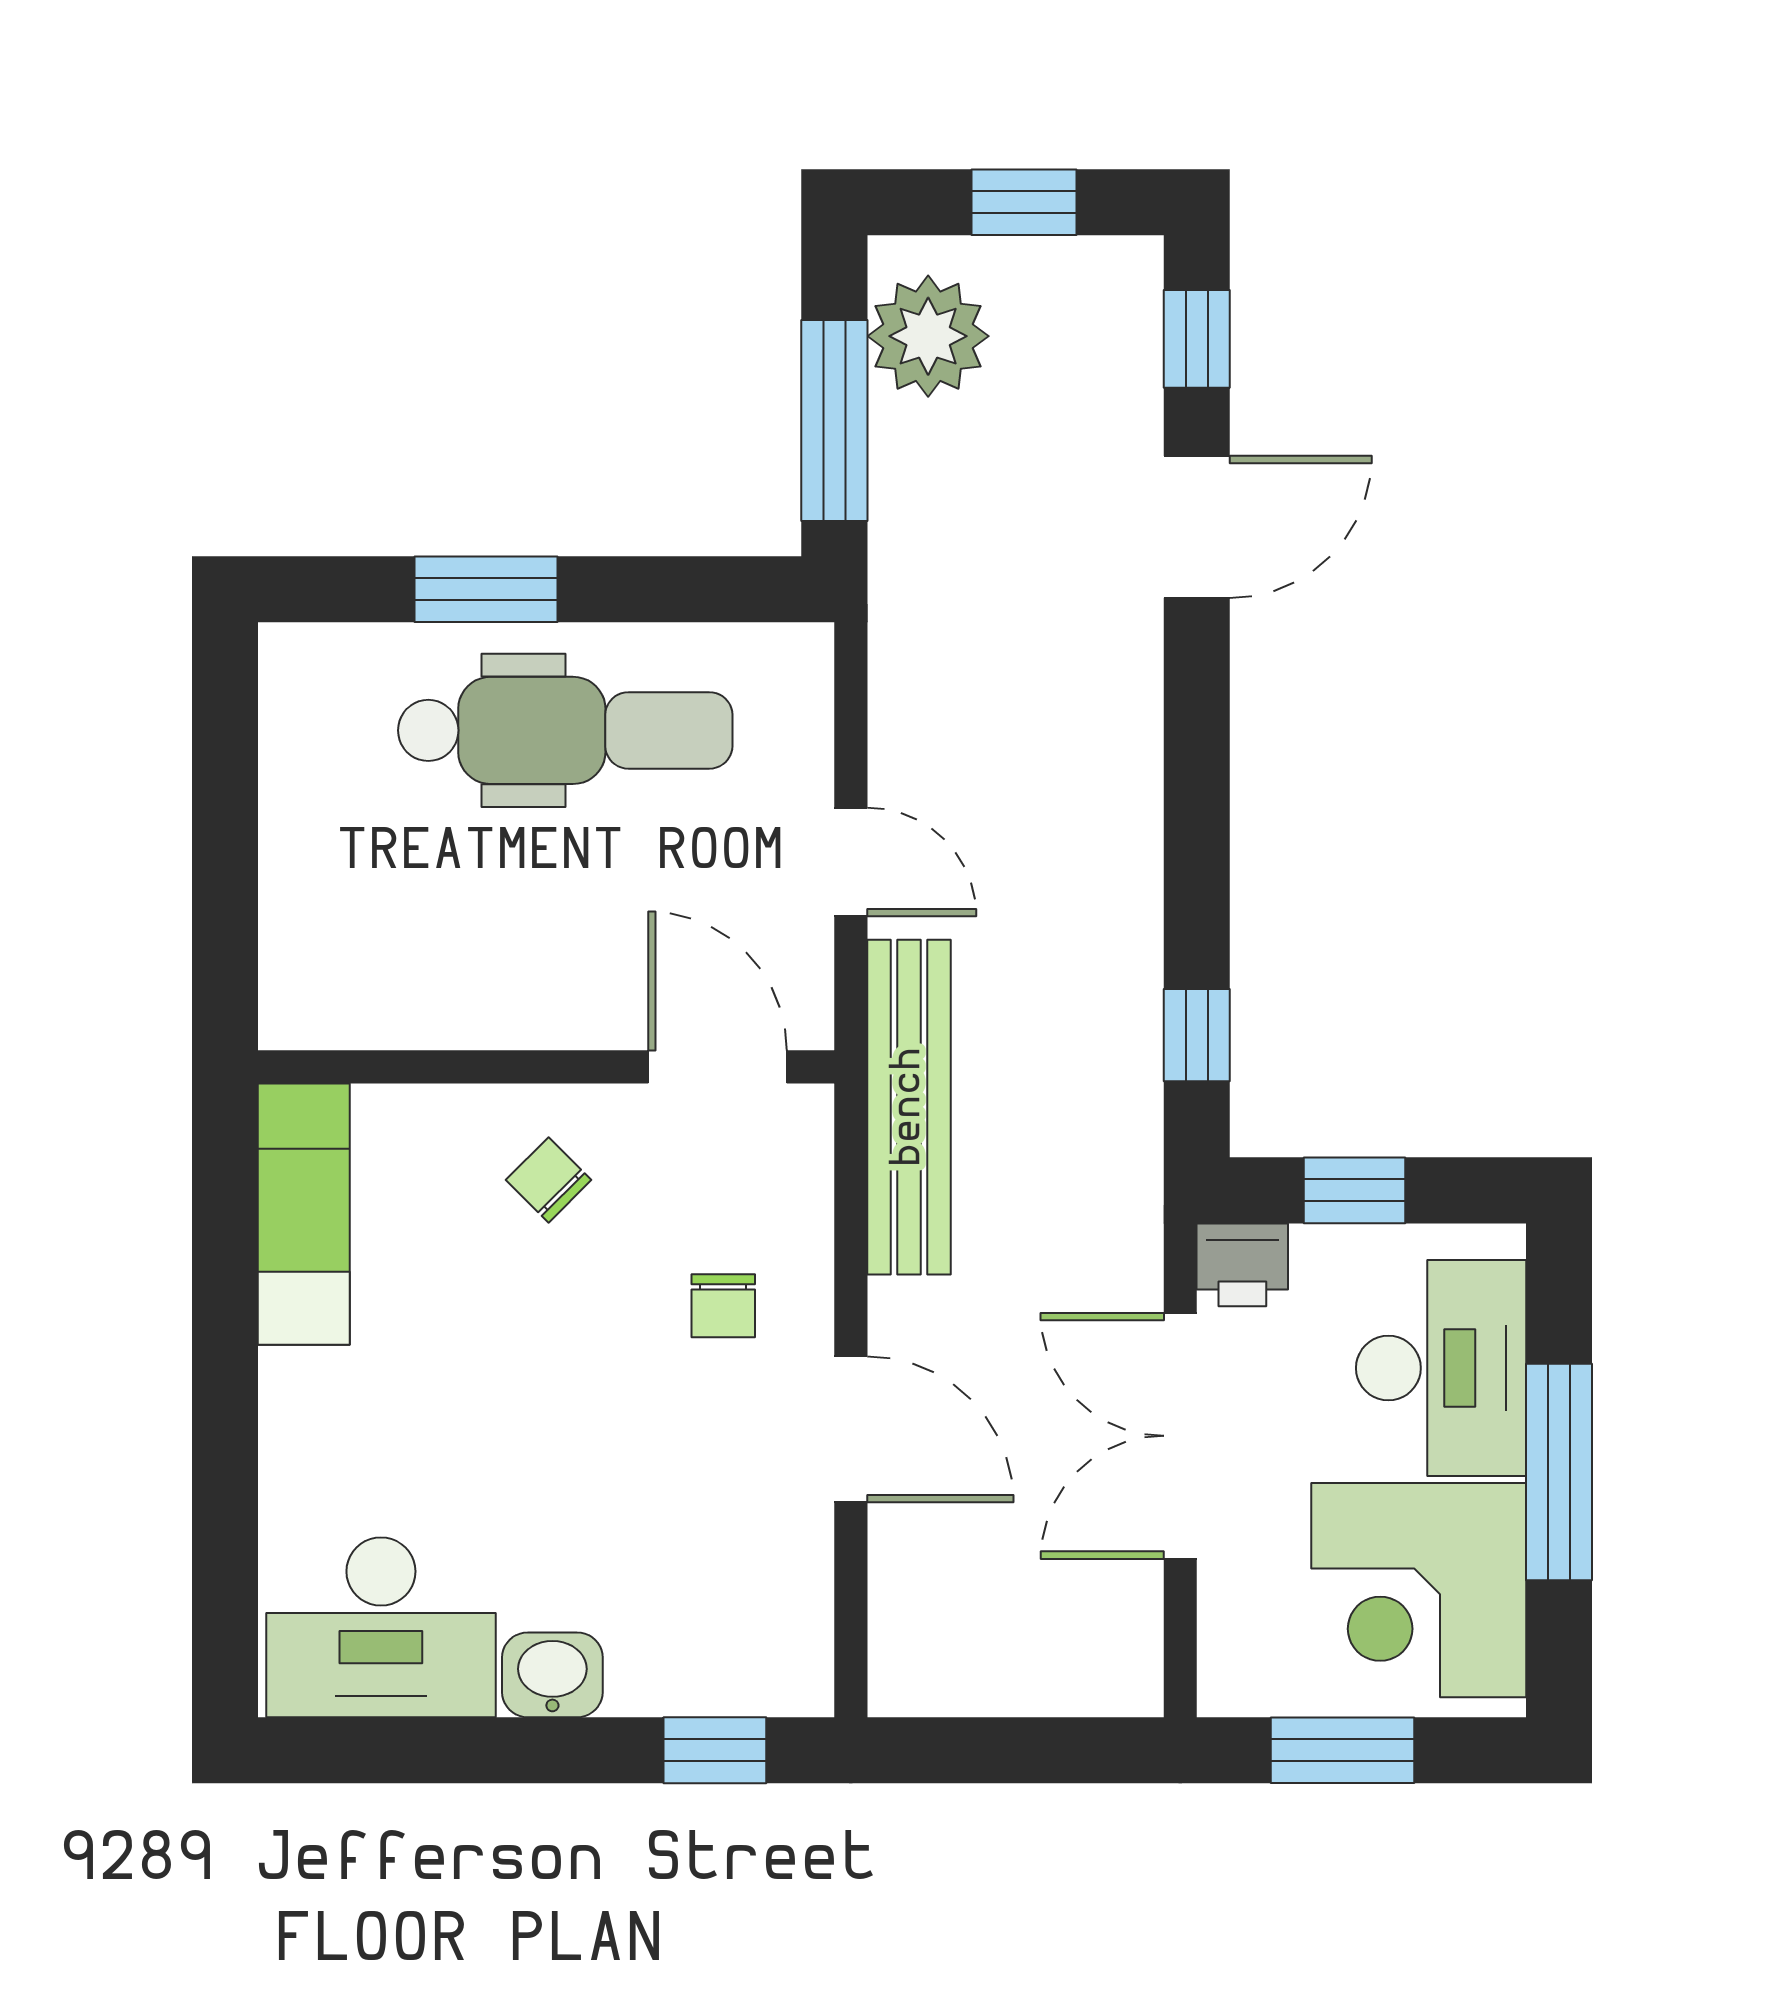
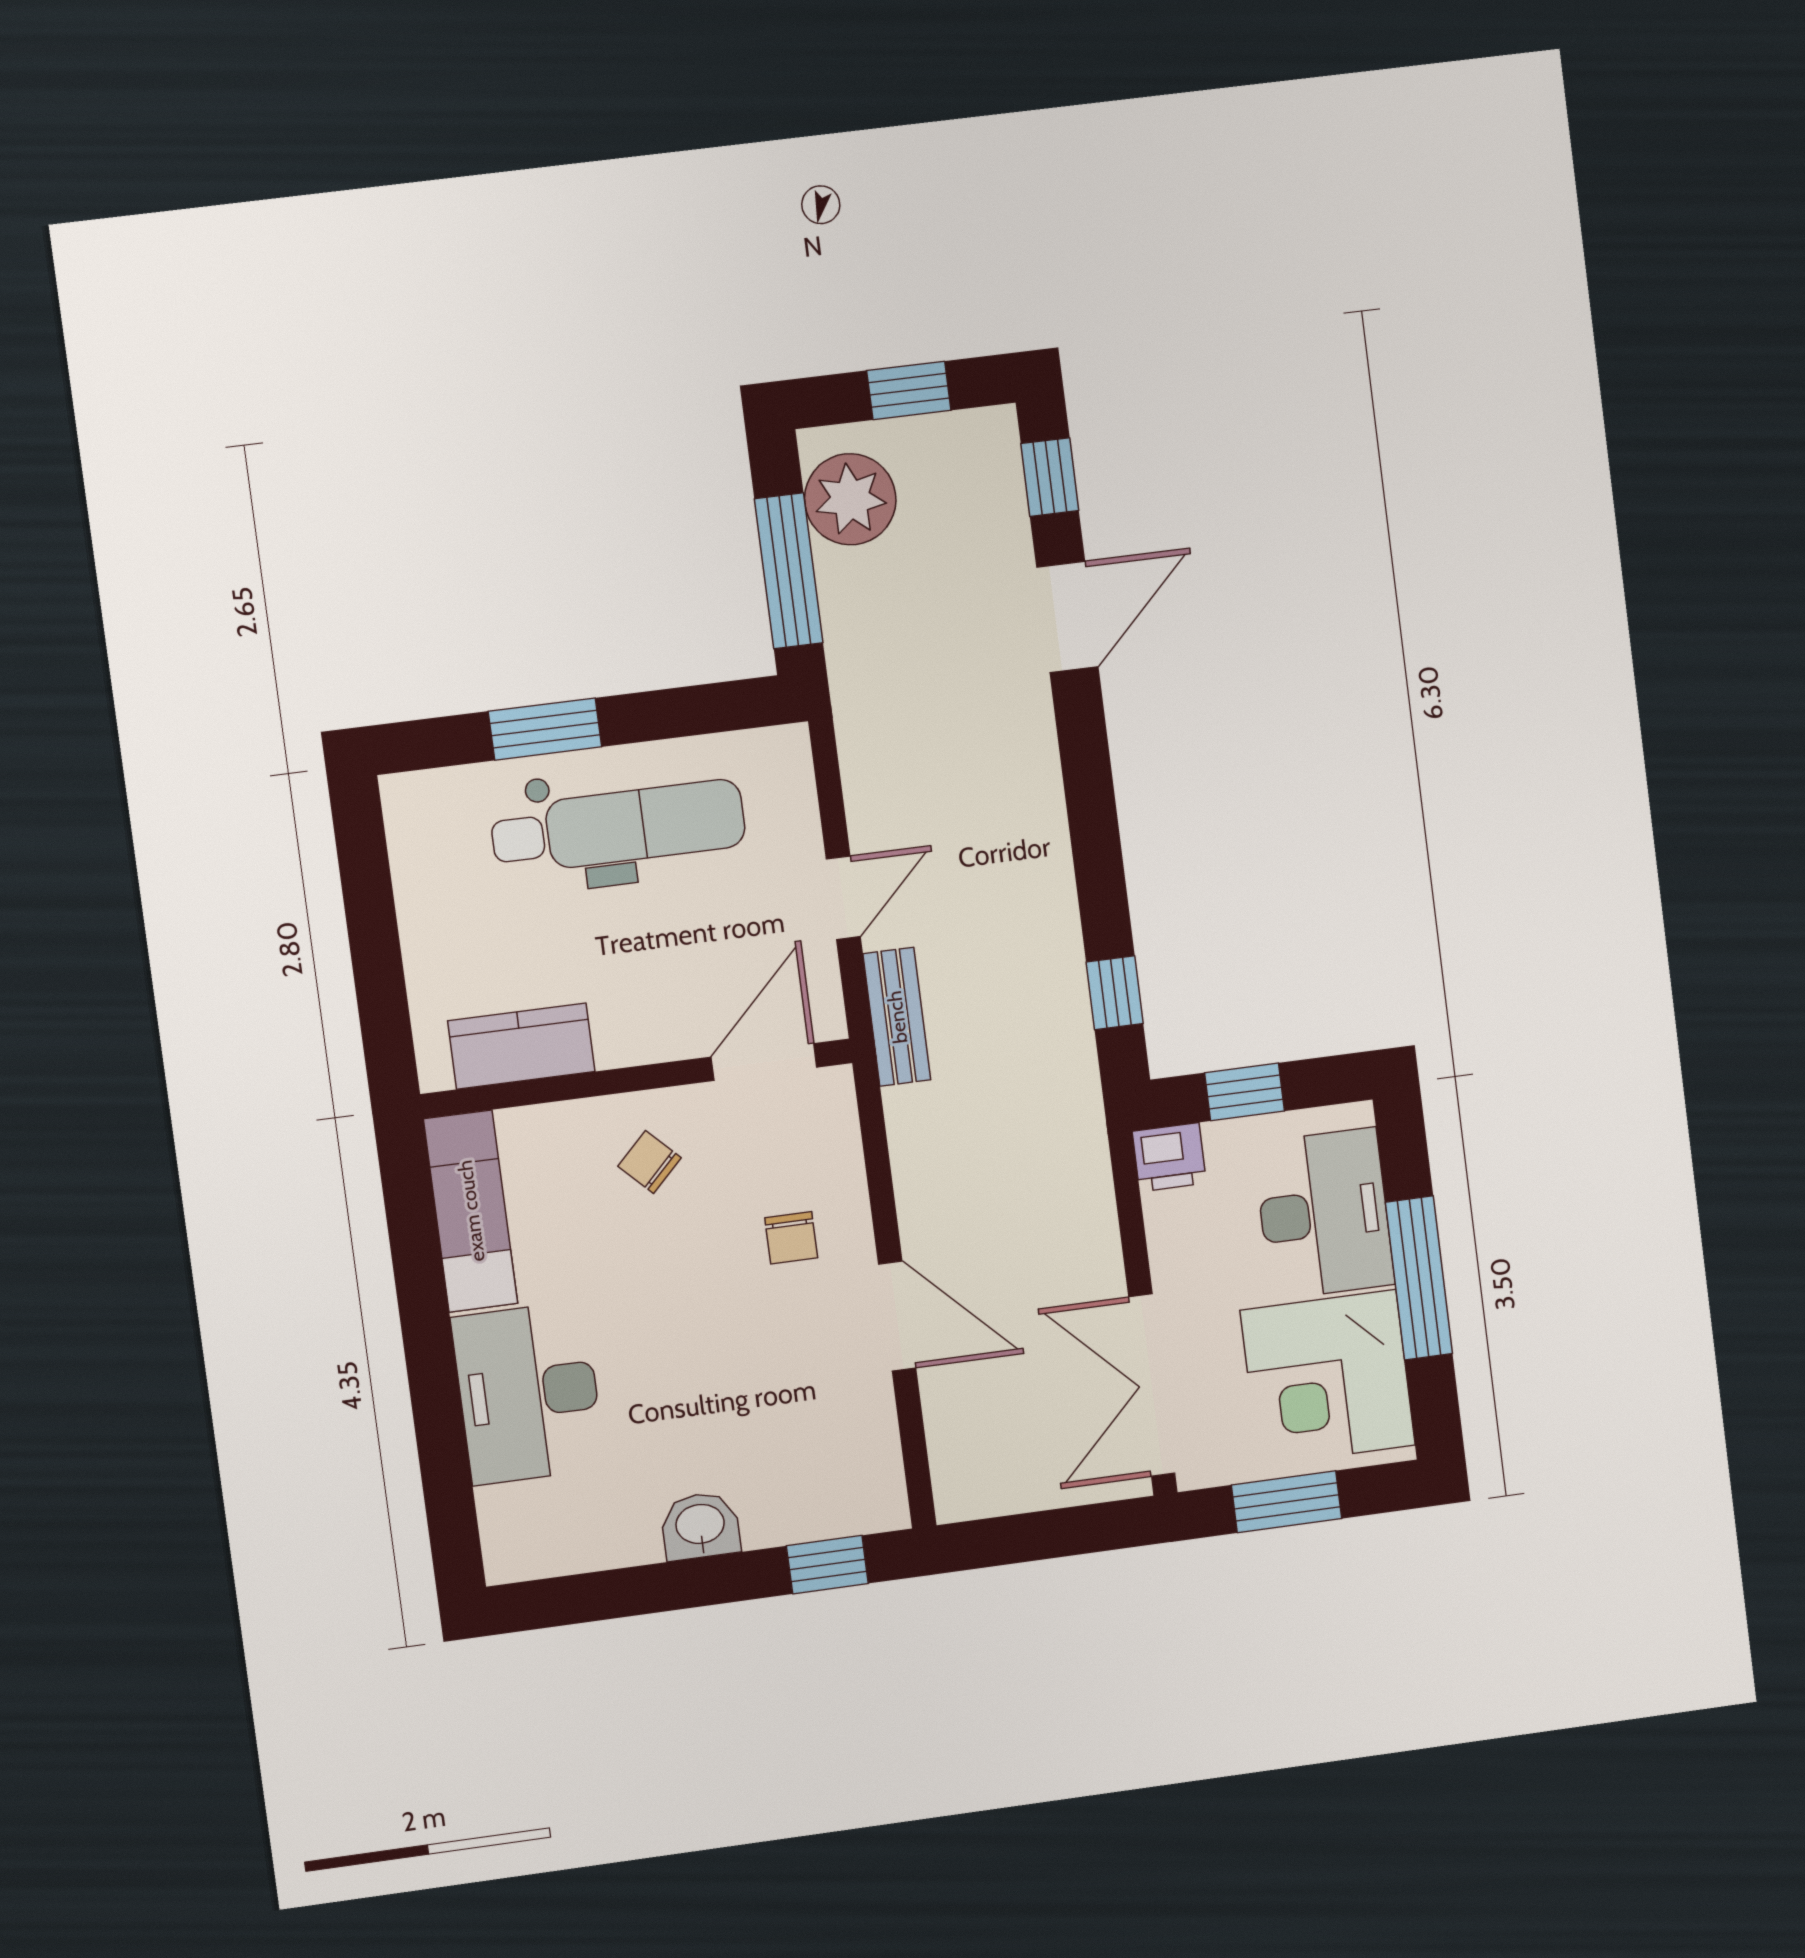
door: (851, 862) -> (843, 898), hinge flipped
kitchen counter: (400, 1004) -> (521, 1046), added
door: (717, 1067) -> (764, 1062), hinge flipped
bench: (909, 1107) -> (897, 1017), width x0.54, depth x0.82
double door: (1180, 1436) -> (1152, 1385), moved
desk: (381, 1627) -> (528, 1393), moved, turned 90

